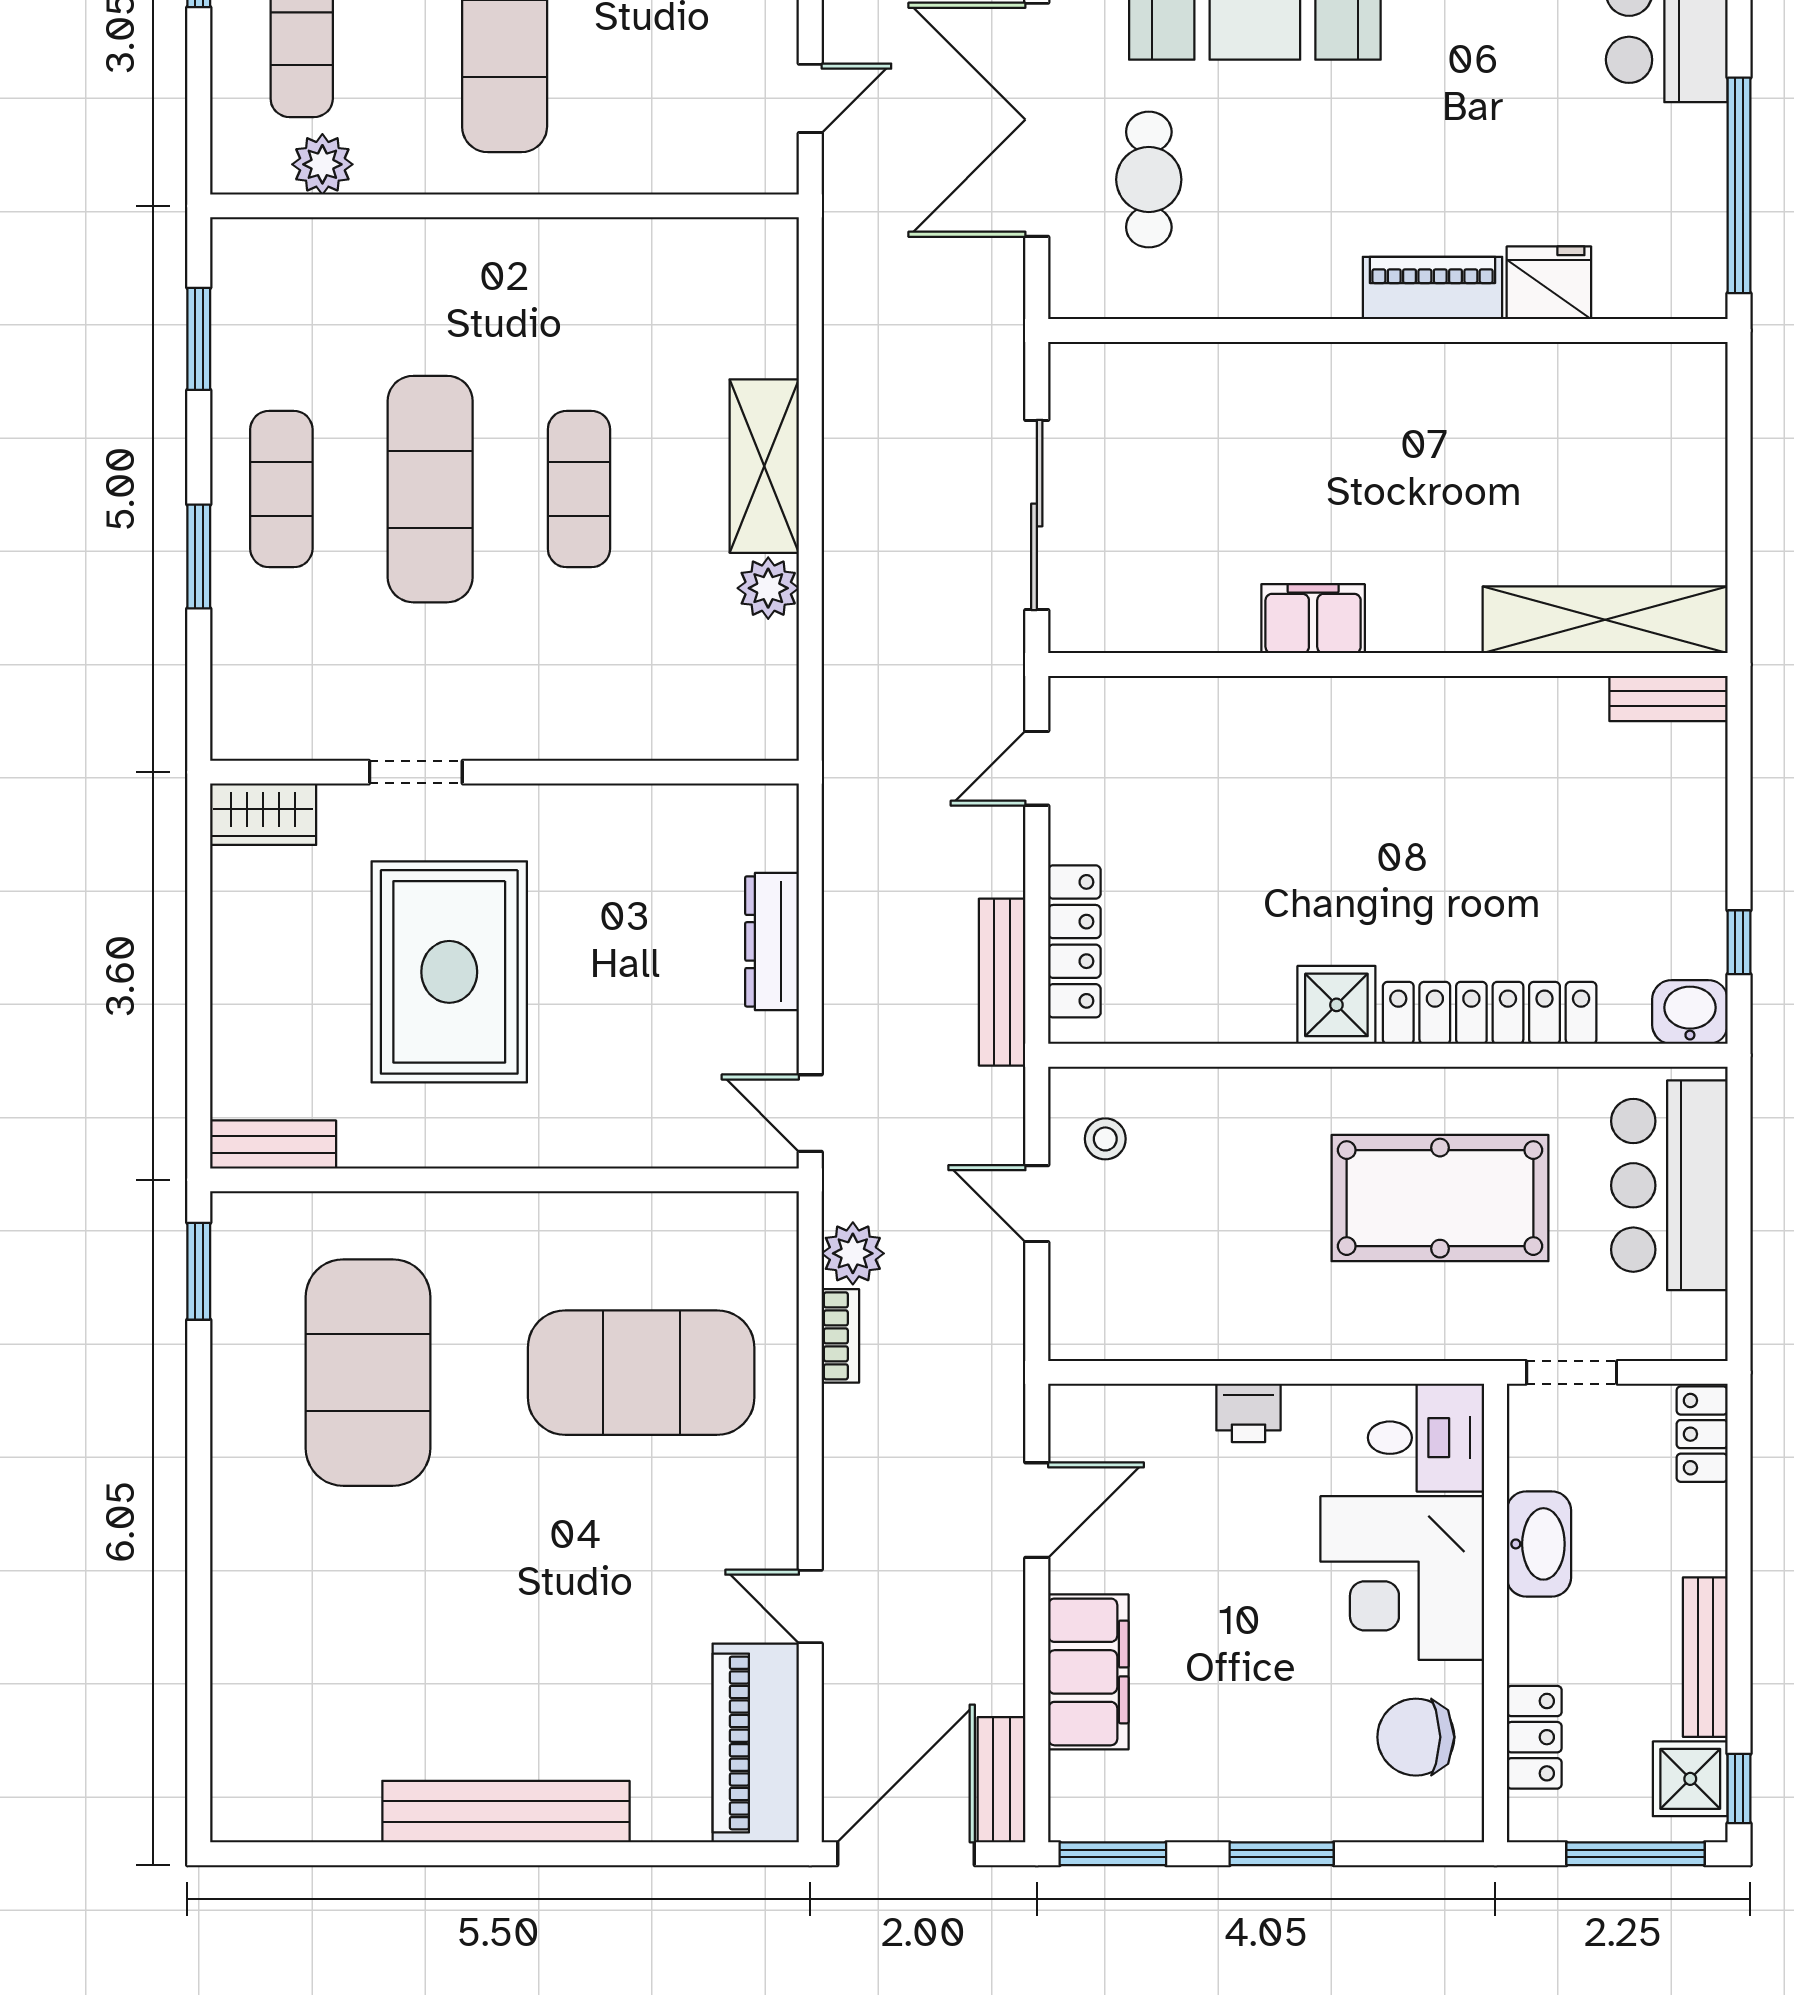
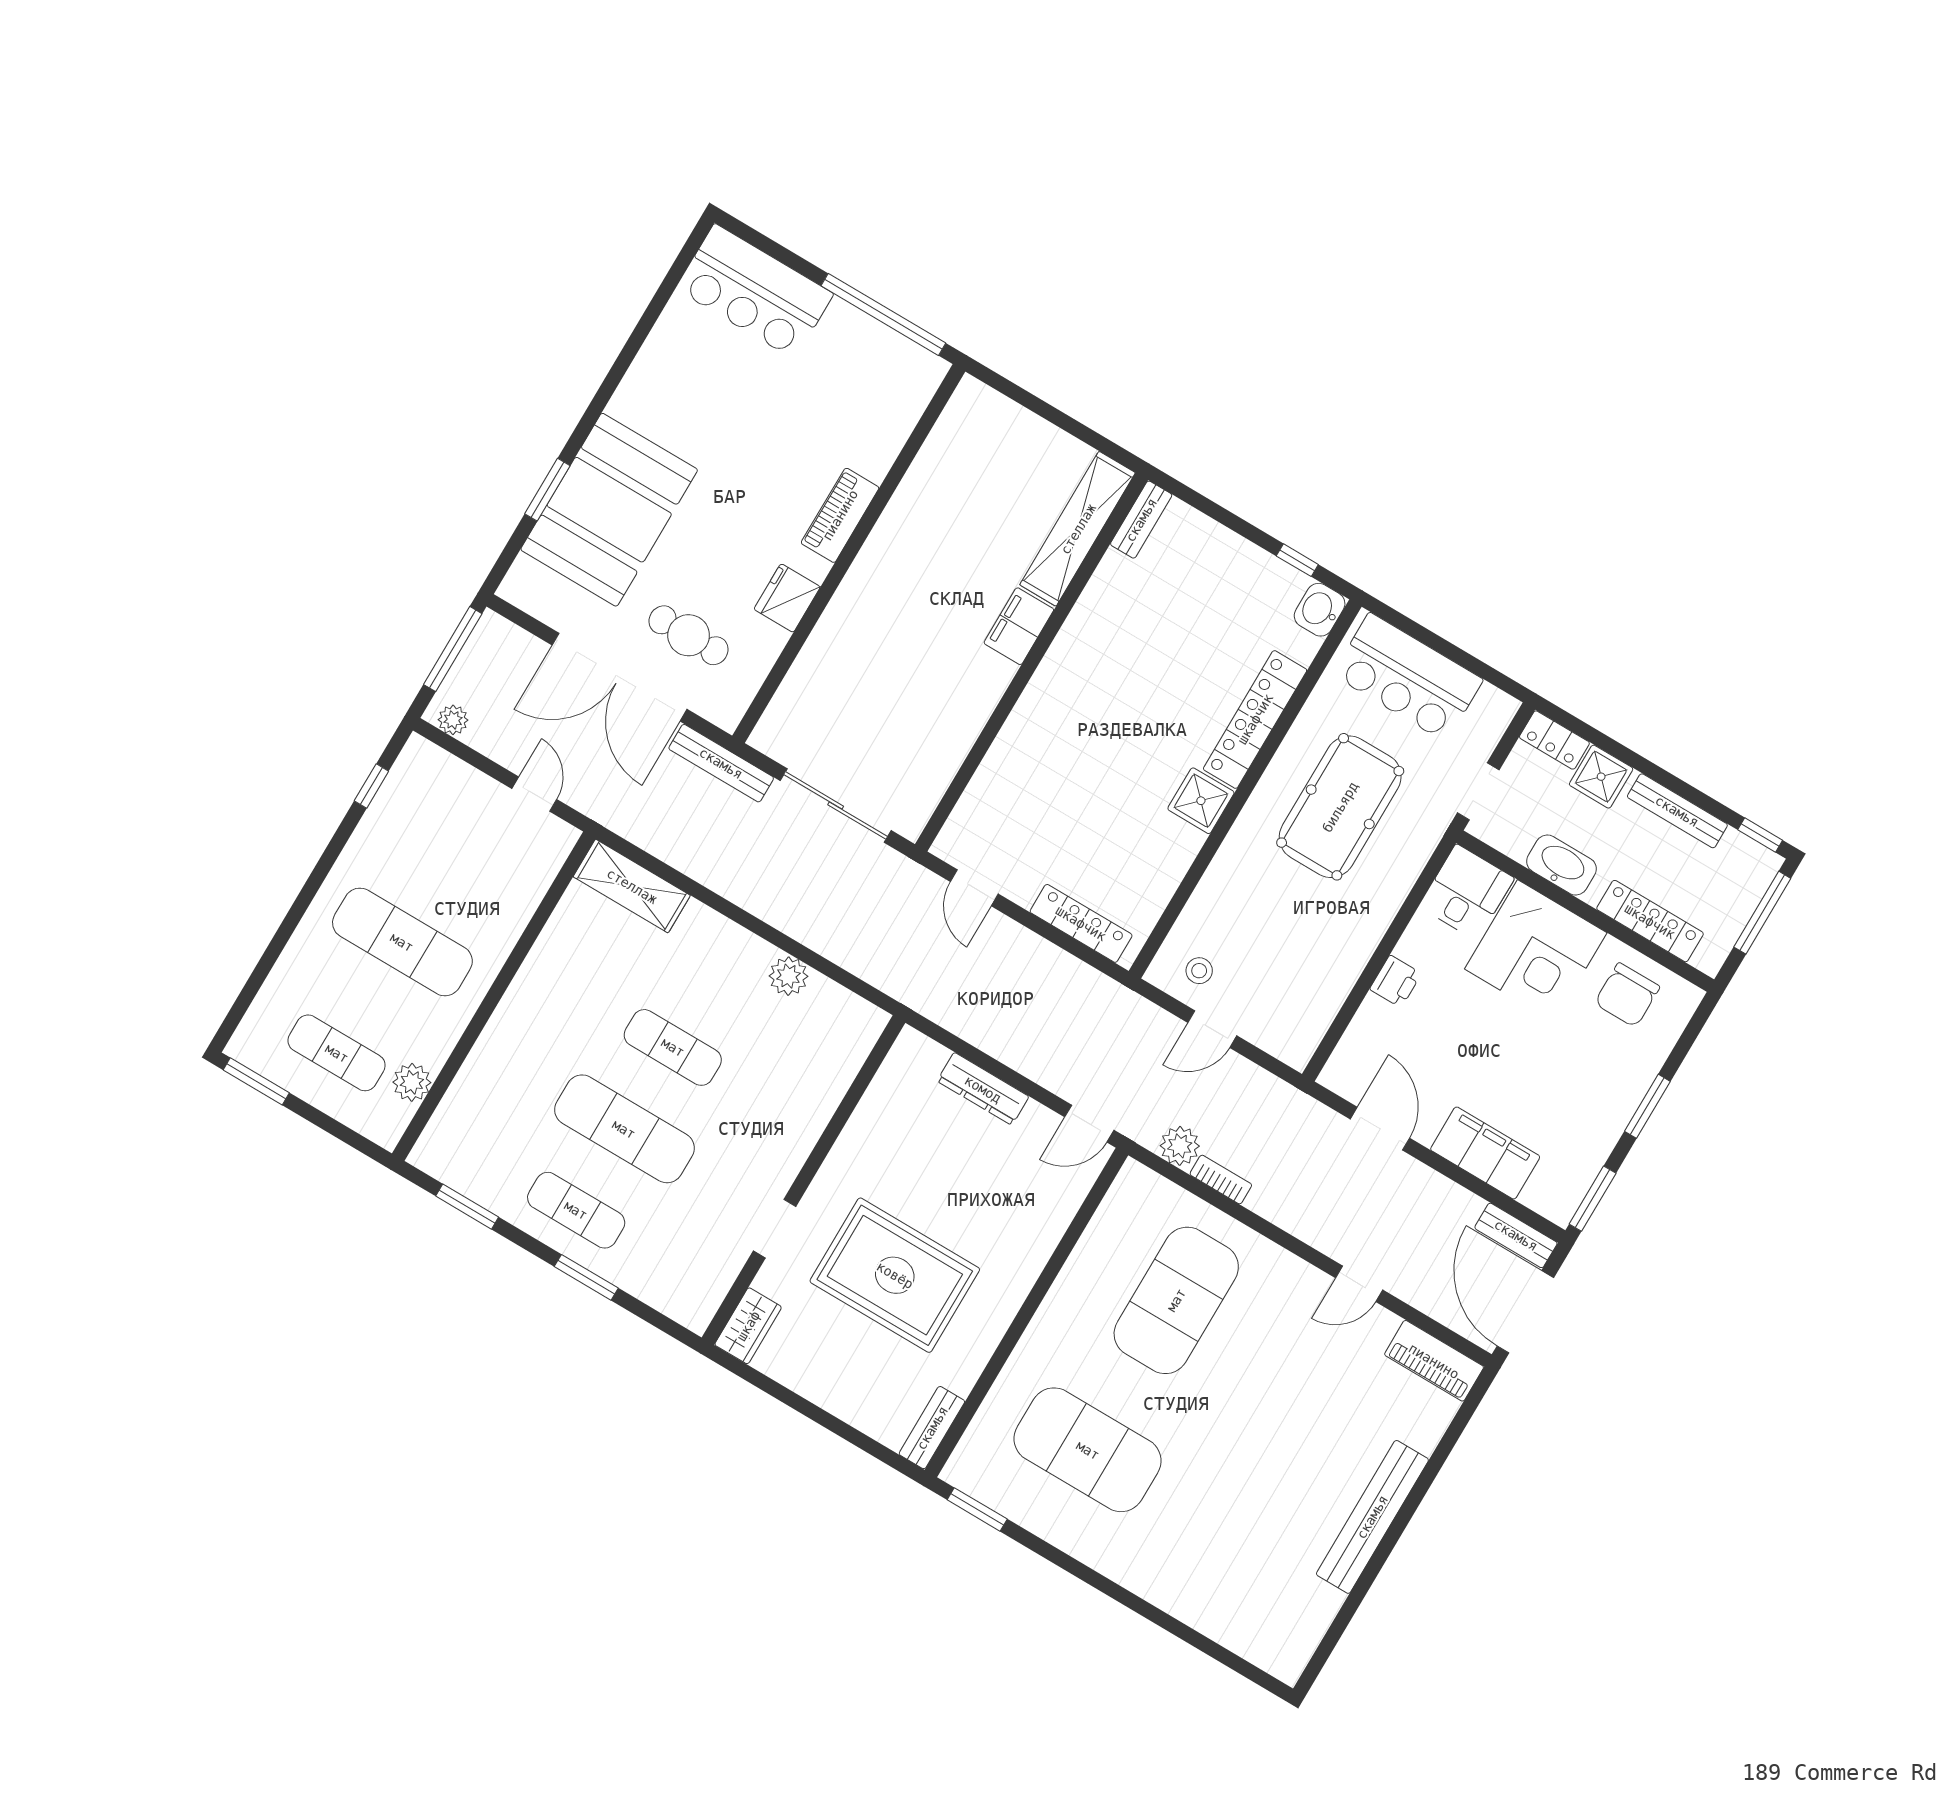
fridge: (1549, 283) -> (787, 598), moved
shelving: (764, 466) -> (632, 886), moved
filing cabinet: (1313, 619) -> (1019, 626), moved
bench: (1002, 982) -> (721, 763), moved
locker: (1534, 1737) -> (1650, 921), width x1.53
piano: (756, 1743) -> (1434, 1361), width x0.73, depth x0.75
shower: (1690, 1779) -> (1601, 777), moved

